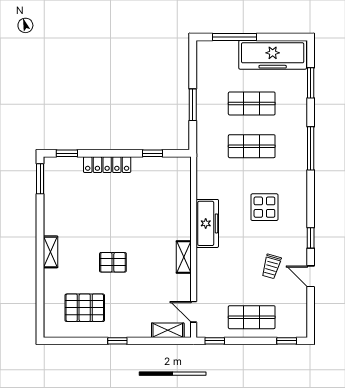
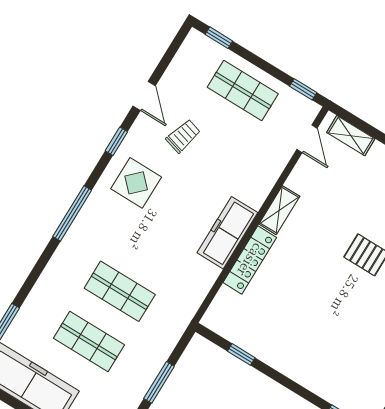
window: (311, 148) -> (72, 213), moved
locker: (107, 165) -> (250, 260), moved, turned 90
display table: (264, 207) -> (136, 183), moved

